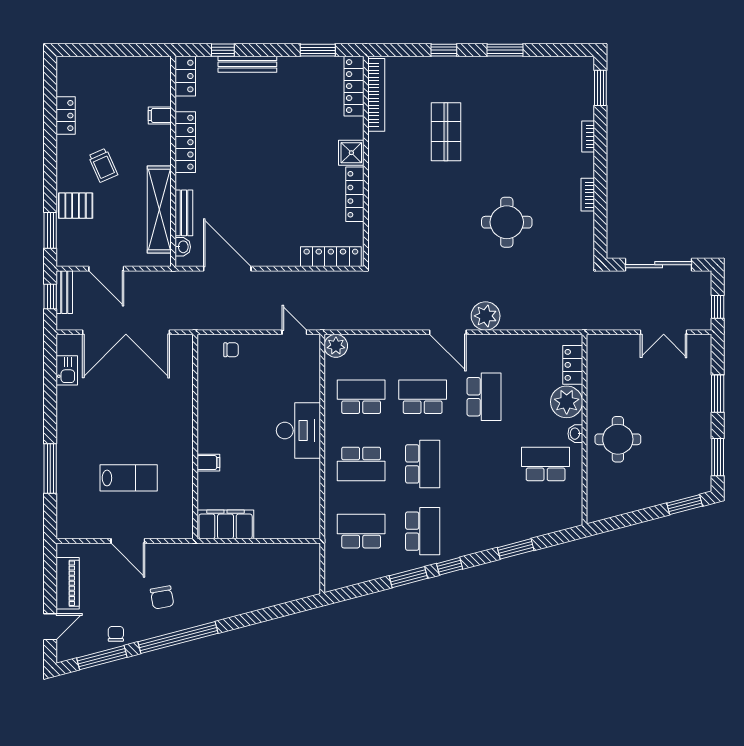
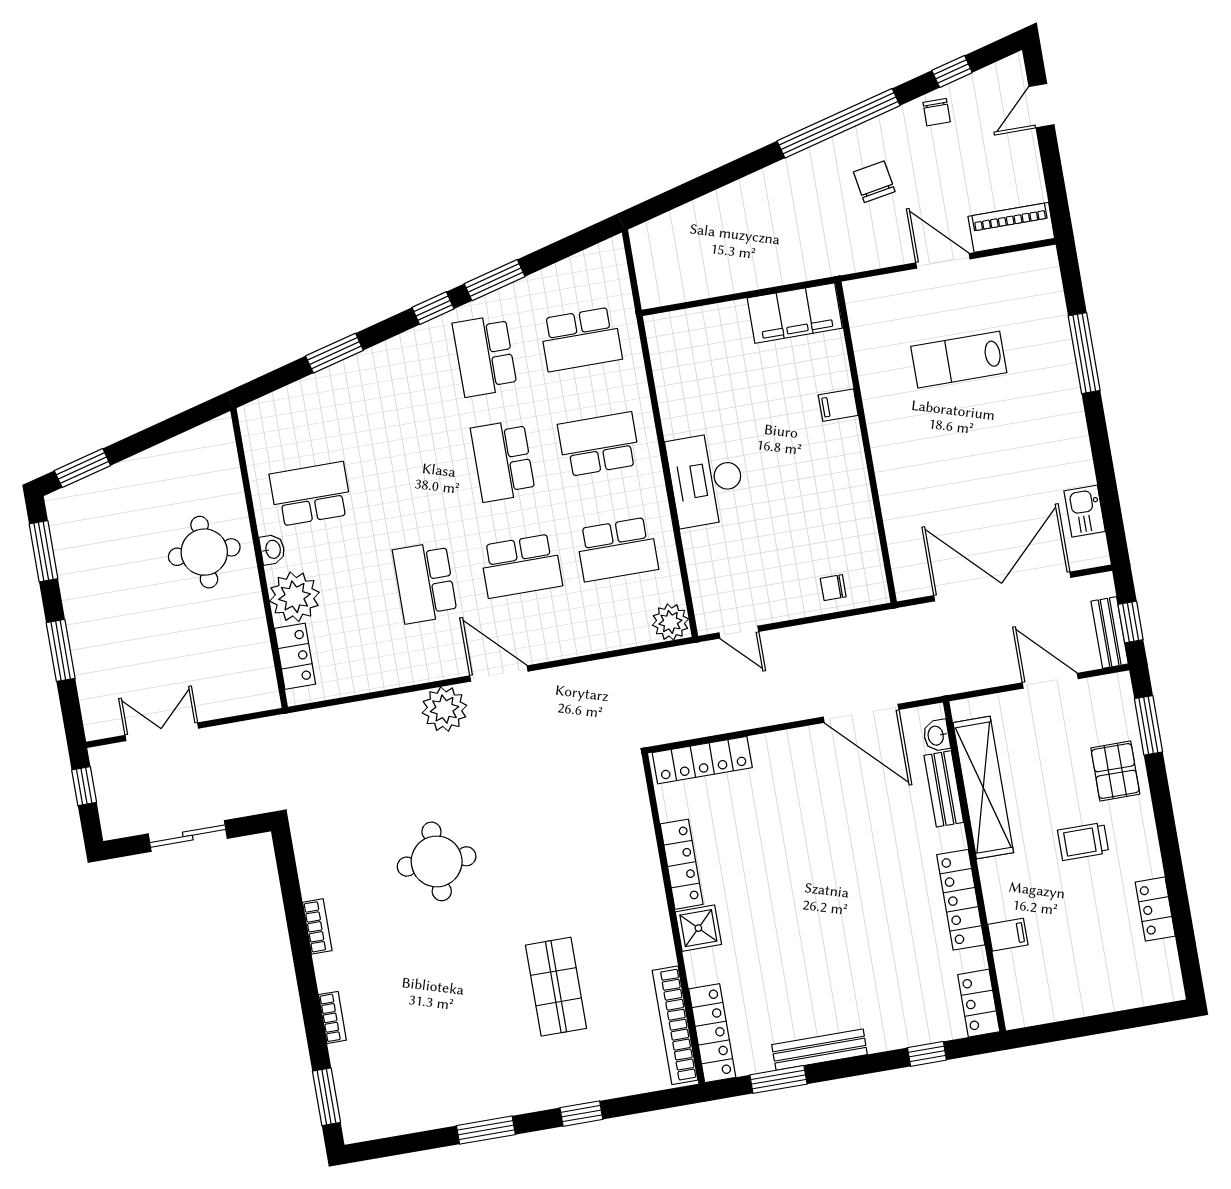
bench: (247, 64) -> (820, 1050), moved
trolley: (103, 165) -> (1083, 841), turned -66
pallet: (76, 206) -> (1115, 771), turned 90
sliding door: (659, 265) -> (188, 836), width x0.73
school desk: (546, 464) -> (311, 494), turned 180
piano: (68, 583) -> (1011, 227), moved, turned 90
window: (102, 658) -> (952, 71), width x0.46

